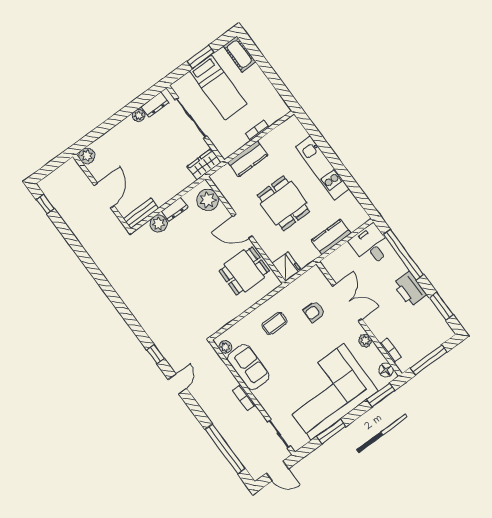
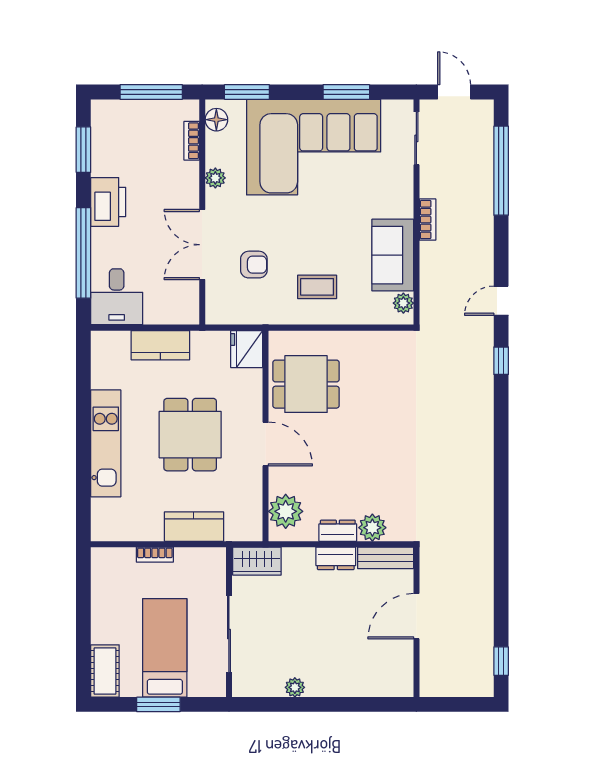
dresser: (155, 105) -> (336, 558), moved, turned 180
plant: (87, 156) -> (401, 684), removed

